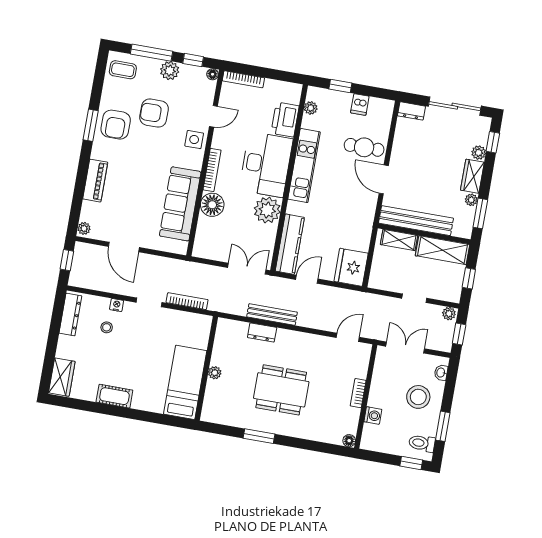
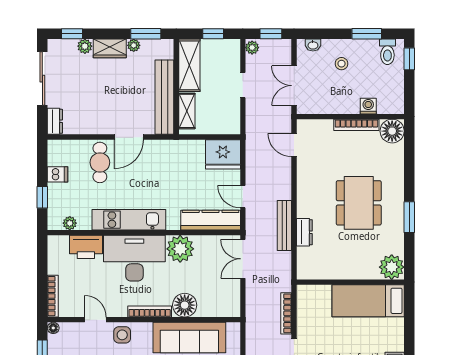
plant: (215, 373) -> (392, 267), moved, width x1.88, depth x1.88
bookcase: (358, 393) -> (356, 125), width x1.56
stool: (418, 397) -> (342, 64), width x0.53, depth x0.53
floor lamp: (349, 441) -> (392, 131), width x1.89, depth x1.89

